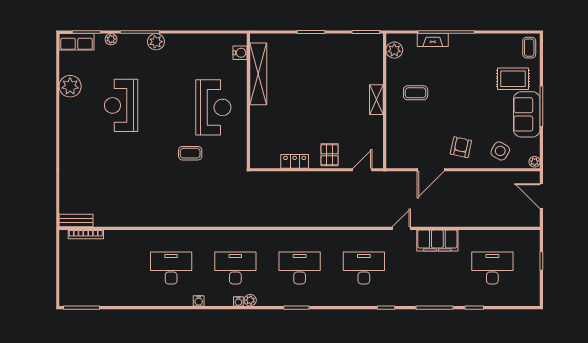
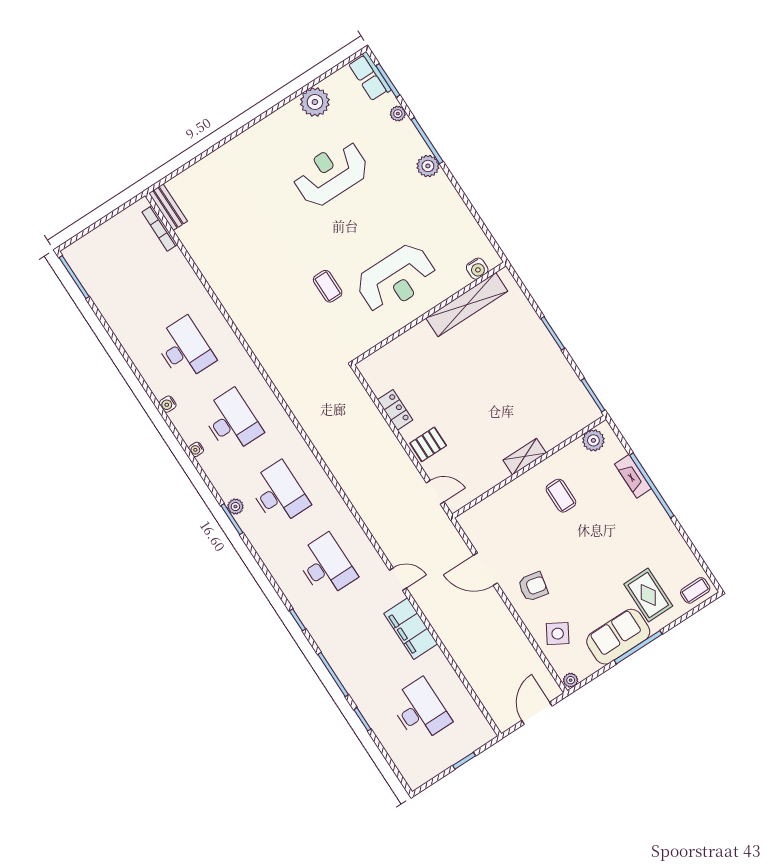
plant: (250, 300) -> (235, 507), moved

